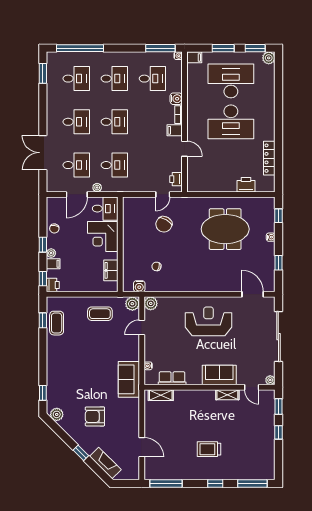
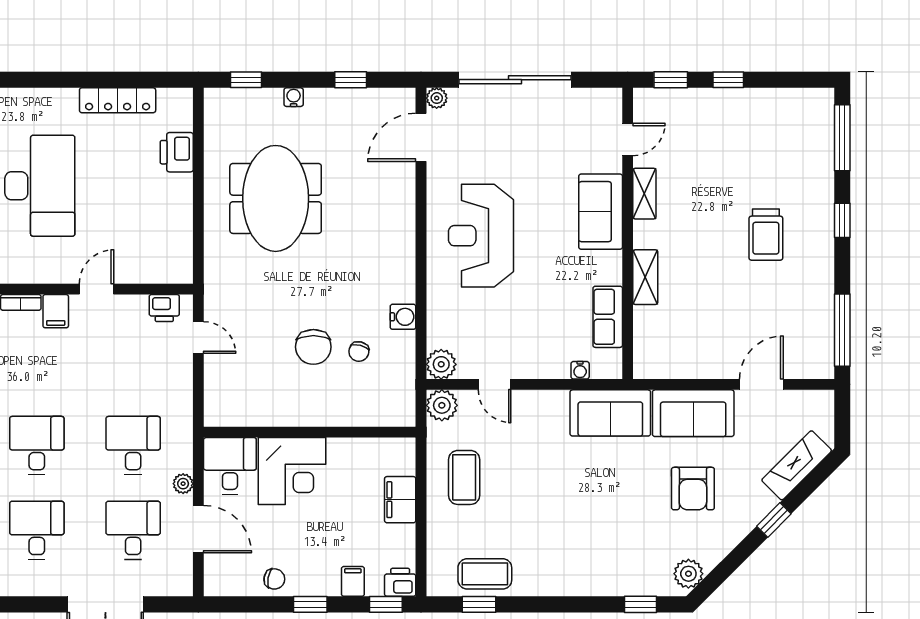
chair: (164, 224) -> (313, 347), moved, turned 60
plant: (51, 253) -> (329, 586), removed
filing cabinet: (111, 270) -> (400, 500), moved, turned 90
water cooler: (139, 286) -> (403, 317), moved
plant: (270, 380) -> (437, 98), moved
shelving: (161, 395) -> (645, 277), moved
sofa: (129, 417) -> (693, 413), added

